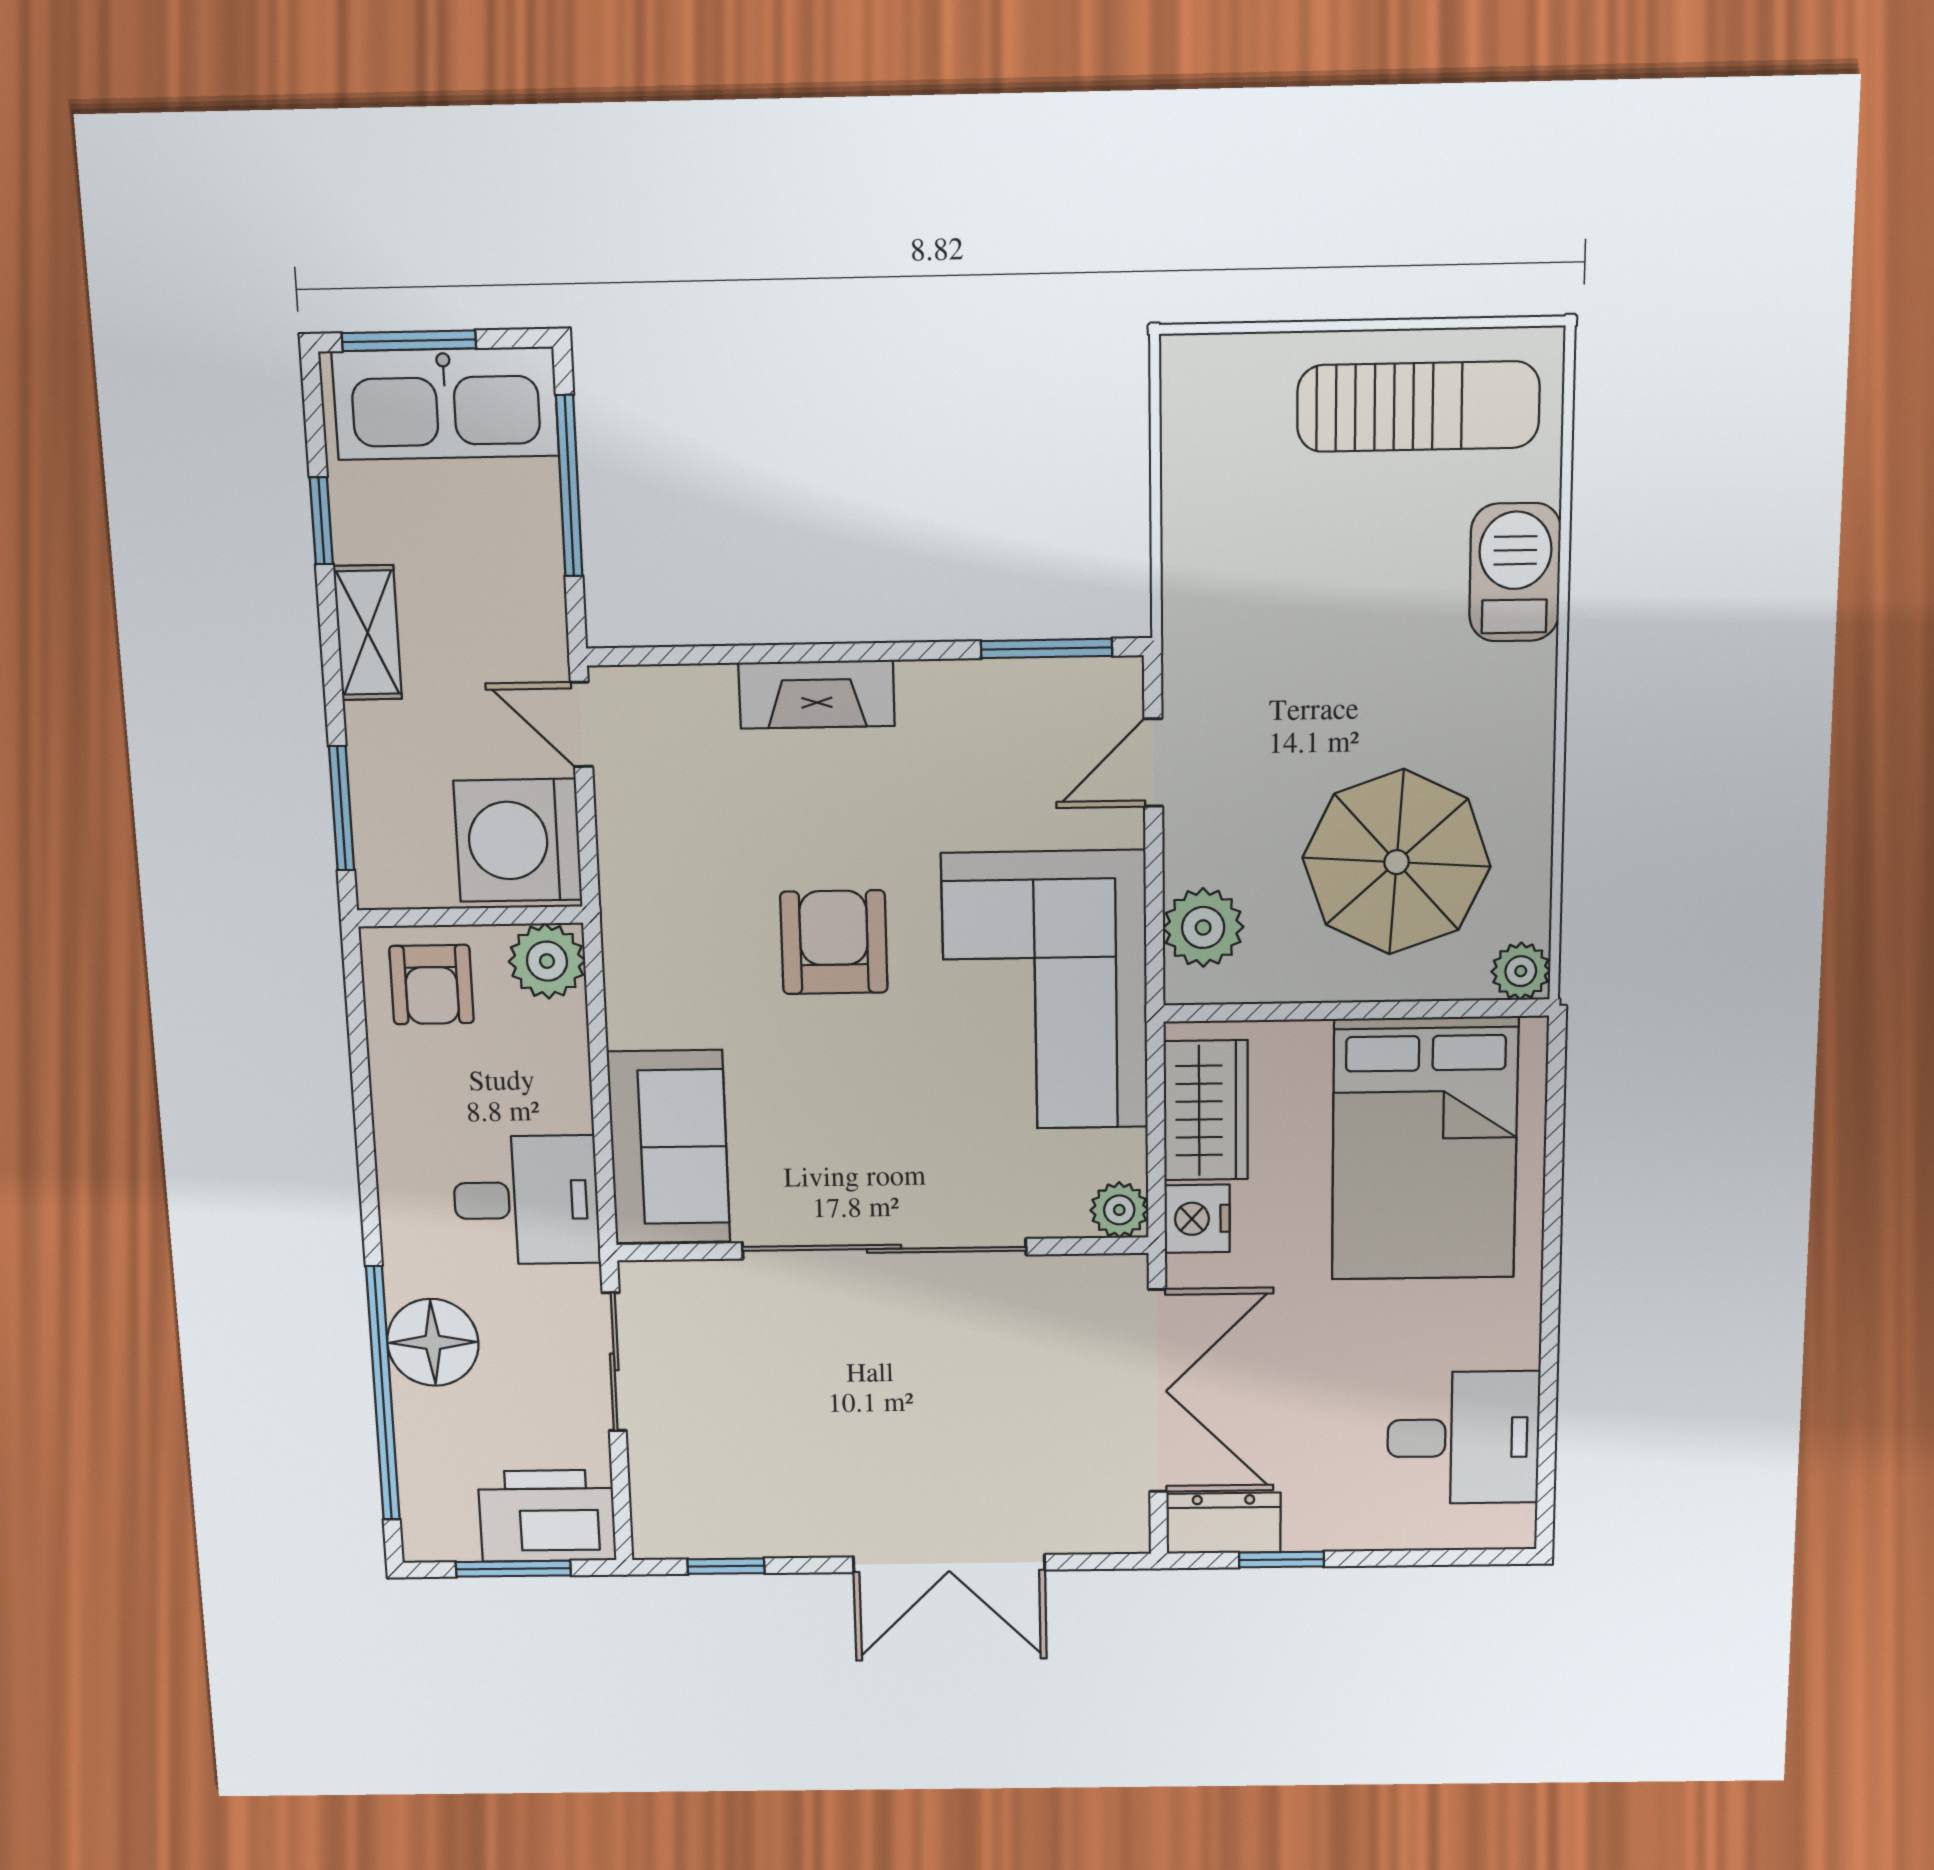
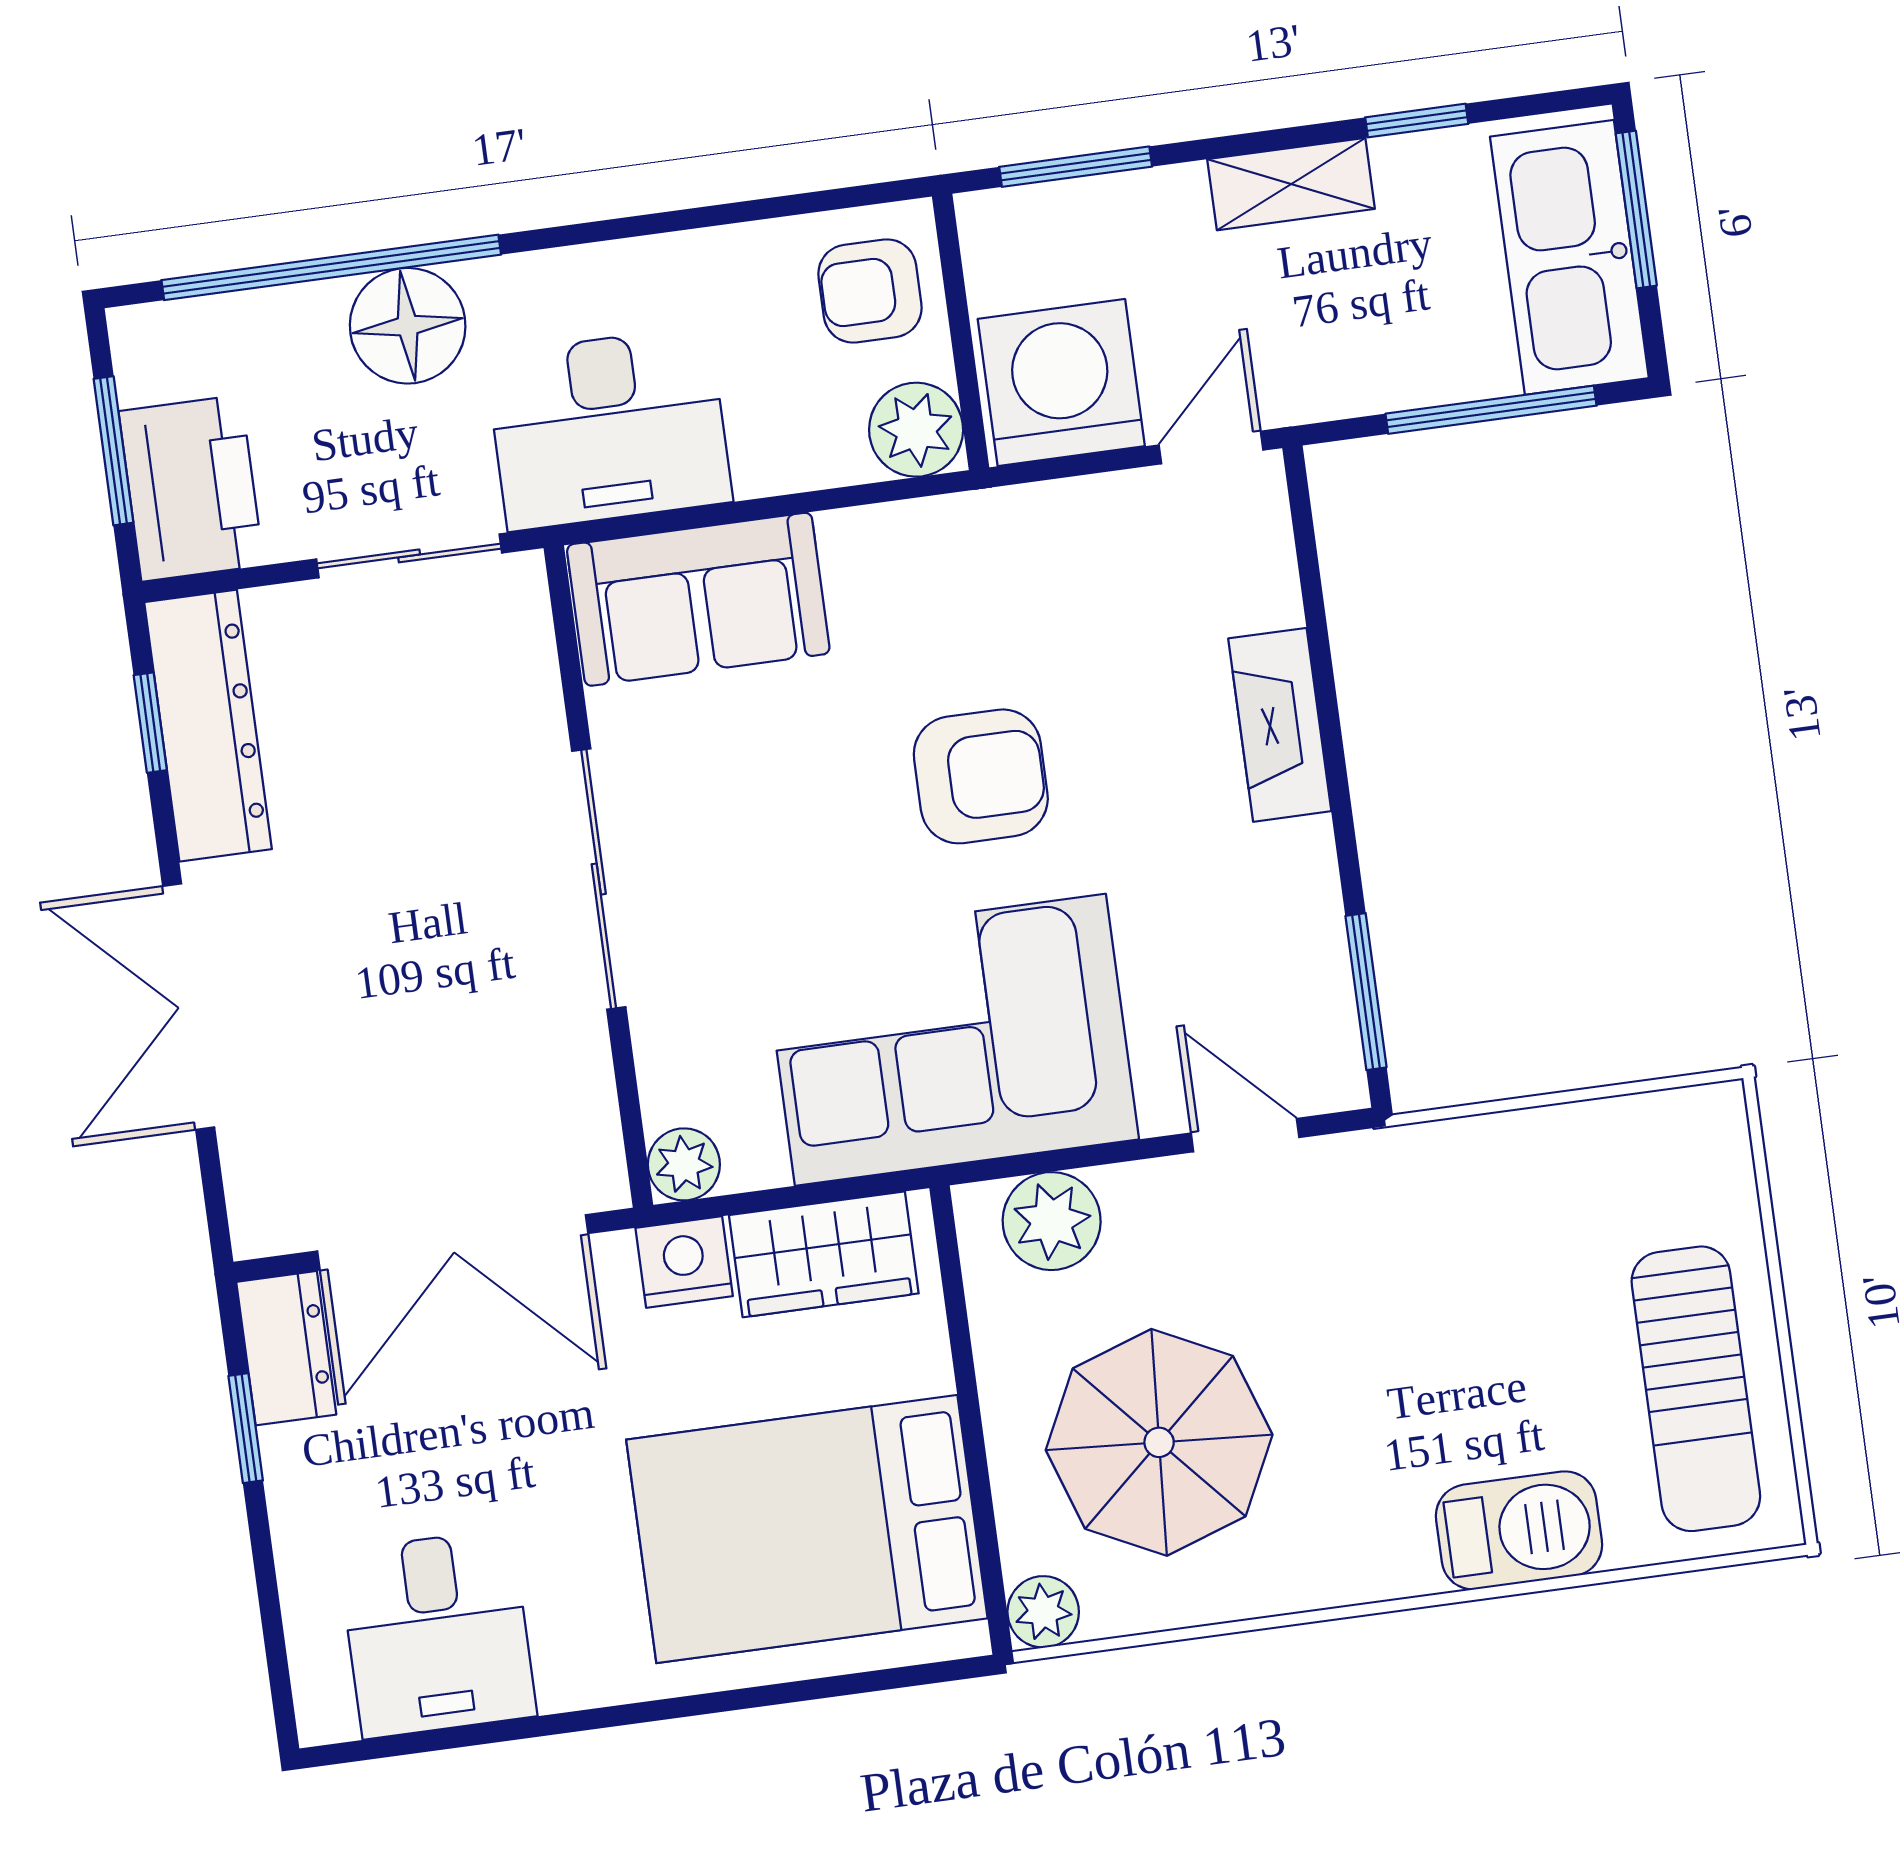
desk: (526, 1200) -> (609, 428), width x1.37
sliding door: (884, 1249) -> (599, 879), width x0.73
dresser: (733, 1525) -> (208, 726), added

